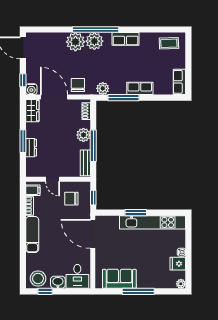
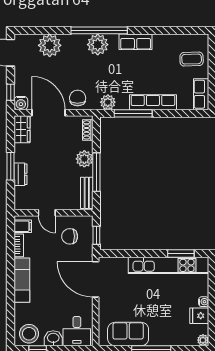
plant: (75, 42) -> (50, 45), moved
coffee table: (169, 43) -> (192, 59), moved
row of seats: (140, 88) -> (153, 102), width x1.48
window: (136, 213) -> (181, 254), moved

